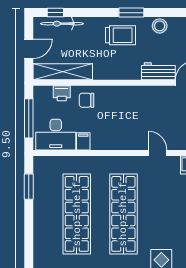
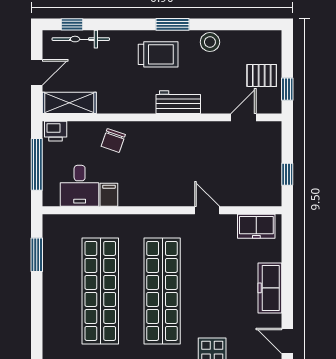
workbench: (158, 71) -> (178, 102), moved
shelving: (63, 72) -> (69, 103), width x0.68
printer: (62, 93) -> (56, 131), moved
chair: (86, 100) -> (113, 140), turned -71
desk: (56, 135) -> (80, 186), width x0.73

